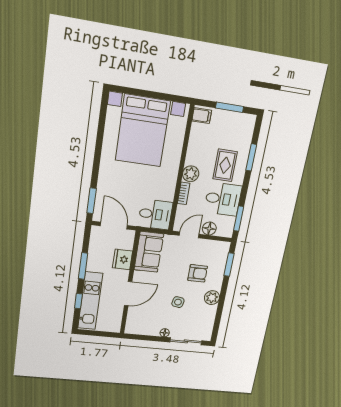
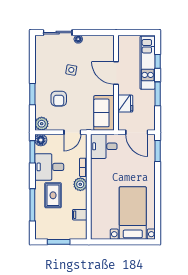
filing cabinet: (202, 116) -> (80, 215), moved
bed with nightstands: (143, 131) -> (133, 213), width x0.73
window: (251, 157) -> (32, 205), width x1.44
floor lamp: (209, 229) -> (41, 140), moved
window: (229, 265) -> (32, 94), moved
armchair: (198, 273) -> (59, 99), turned -90
door: (128, 294) -> (116, 73), hinge flipped
plant: (212, 298) -> (42, 124), moved

